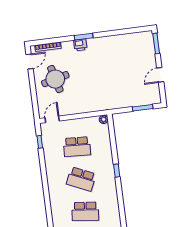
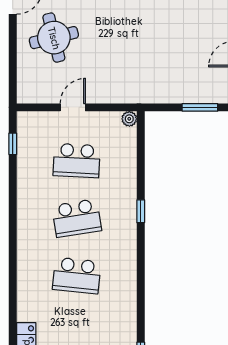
door: (52, 119) -> (73, 107), moved
school desk: (81, 179) -> (77, 218), turned -33

